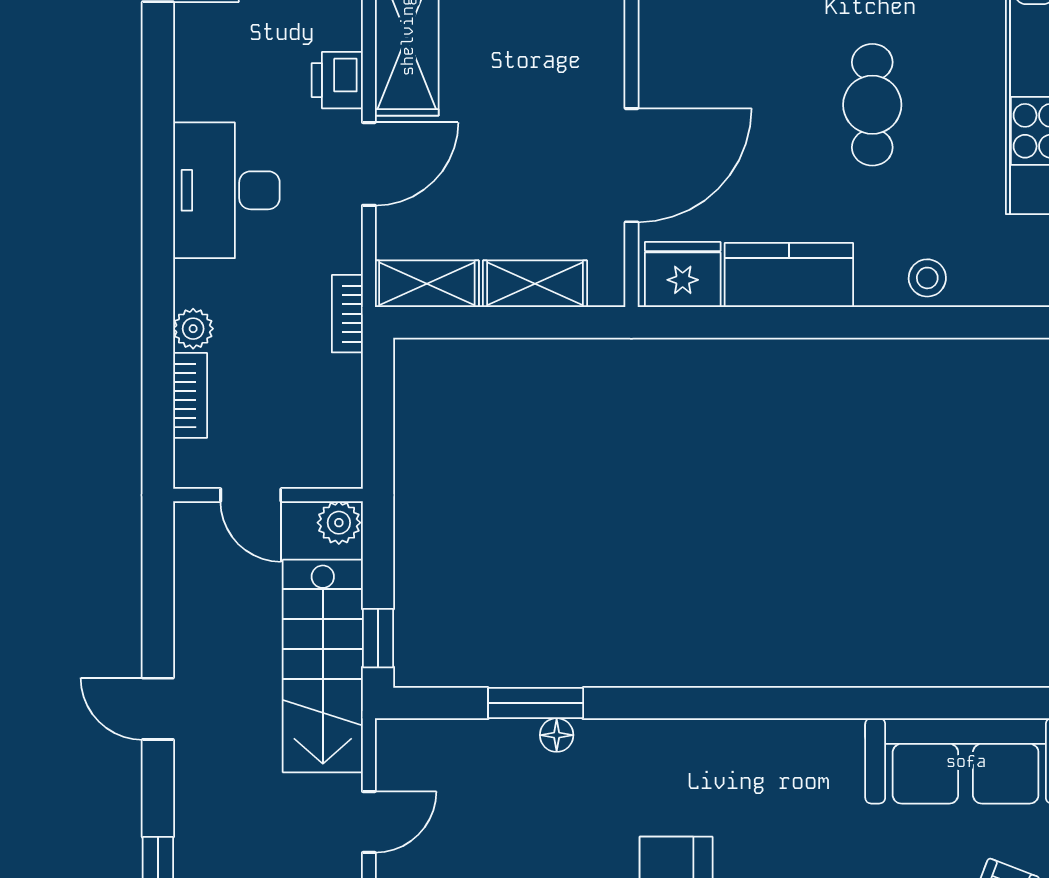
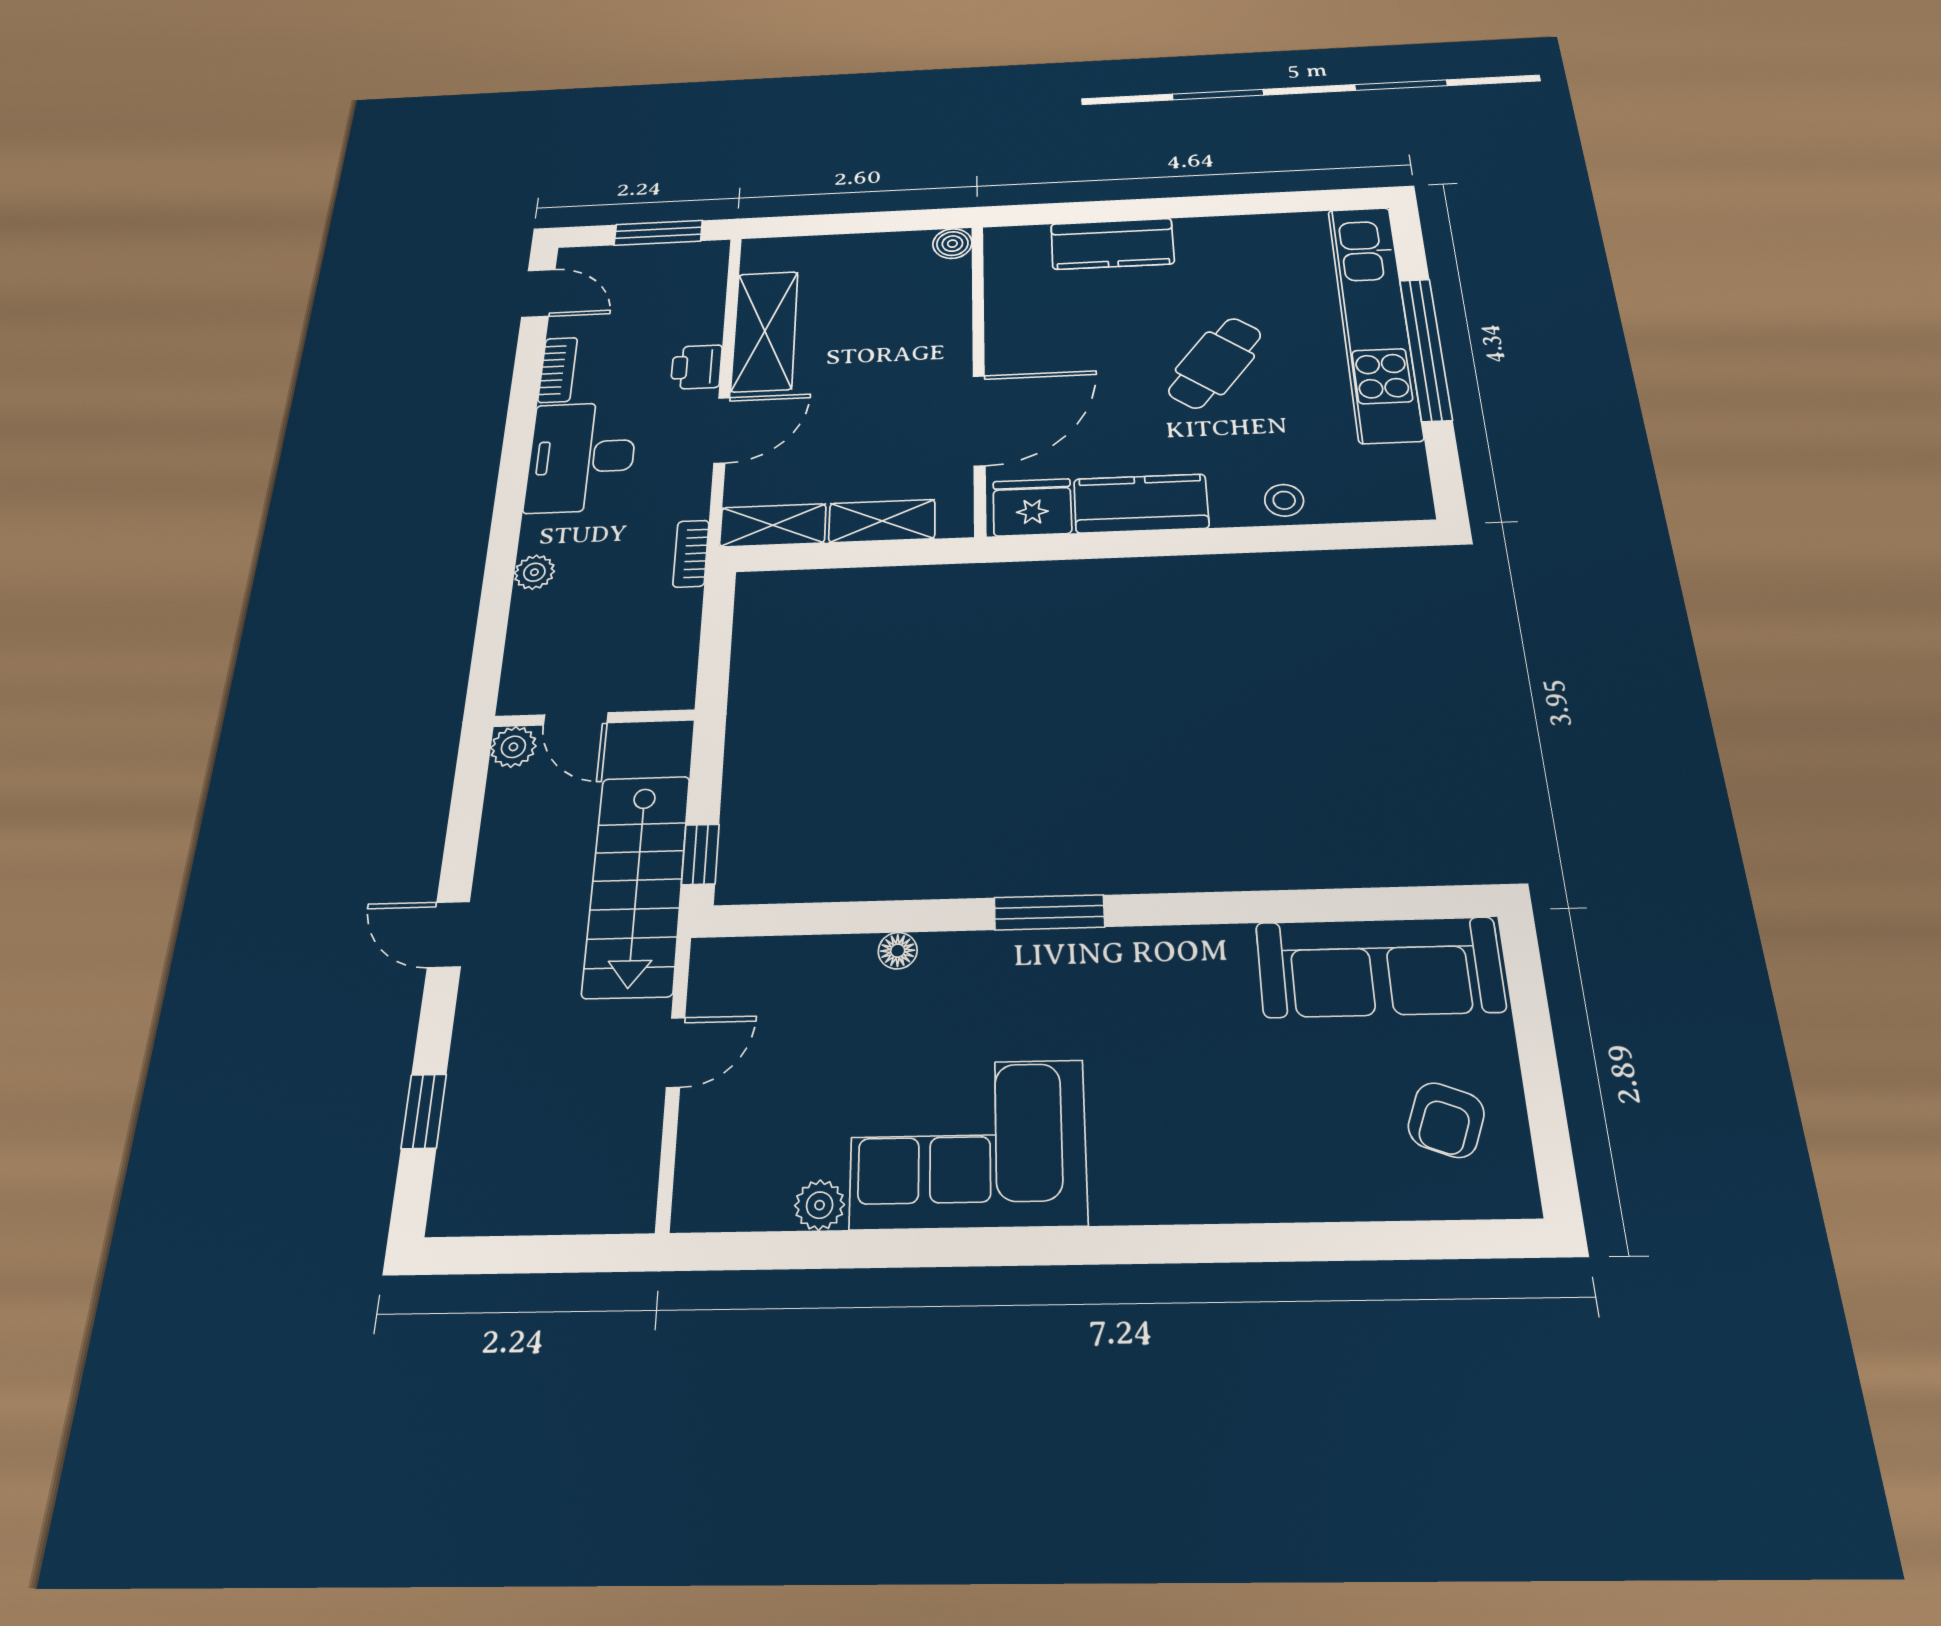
cafe table: (872, 105) -> (1215, 363), turned 37
bookcase: (190, 395) -> (558, 370), moved
plant: (339, 523) -> (513, 747), moved
window: (536, 703) -> (1049, 912), moved

